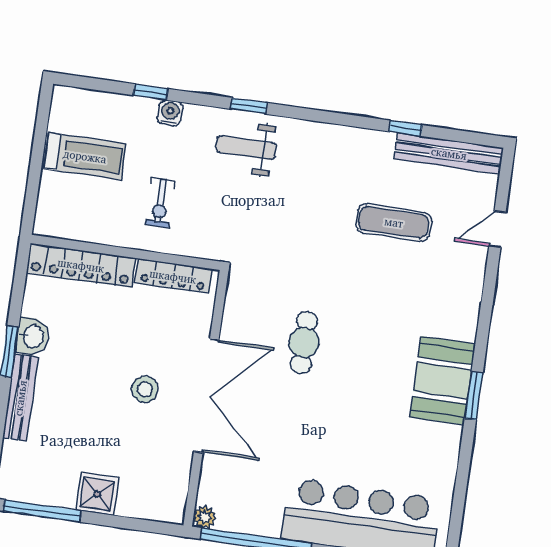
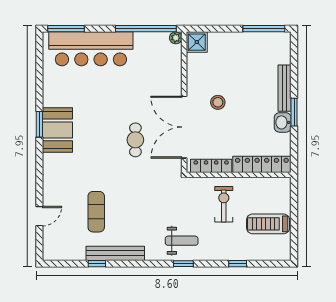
water cooler: (170, 113) -> (225, 254), removed
bench: (449, 153) -> (115, 253), moved
exercise bike: (160, 203) -> (224, 204), width x1.38, depth x1.39
exercise mat: (394, 222) -> (96, 212), turned 90
double door: (206, 396) -> (184, 127), moved
shower: (97, 494) -> (197, 42), moved

